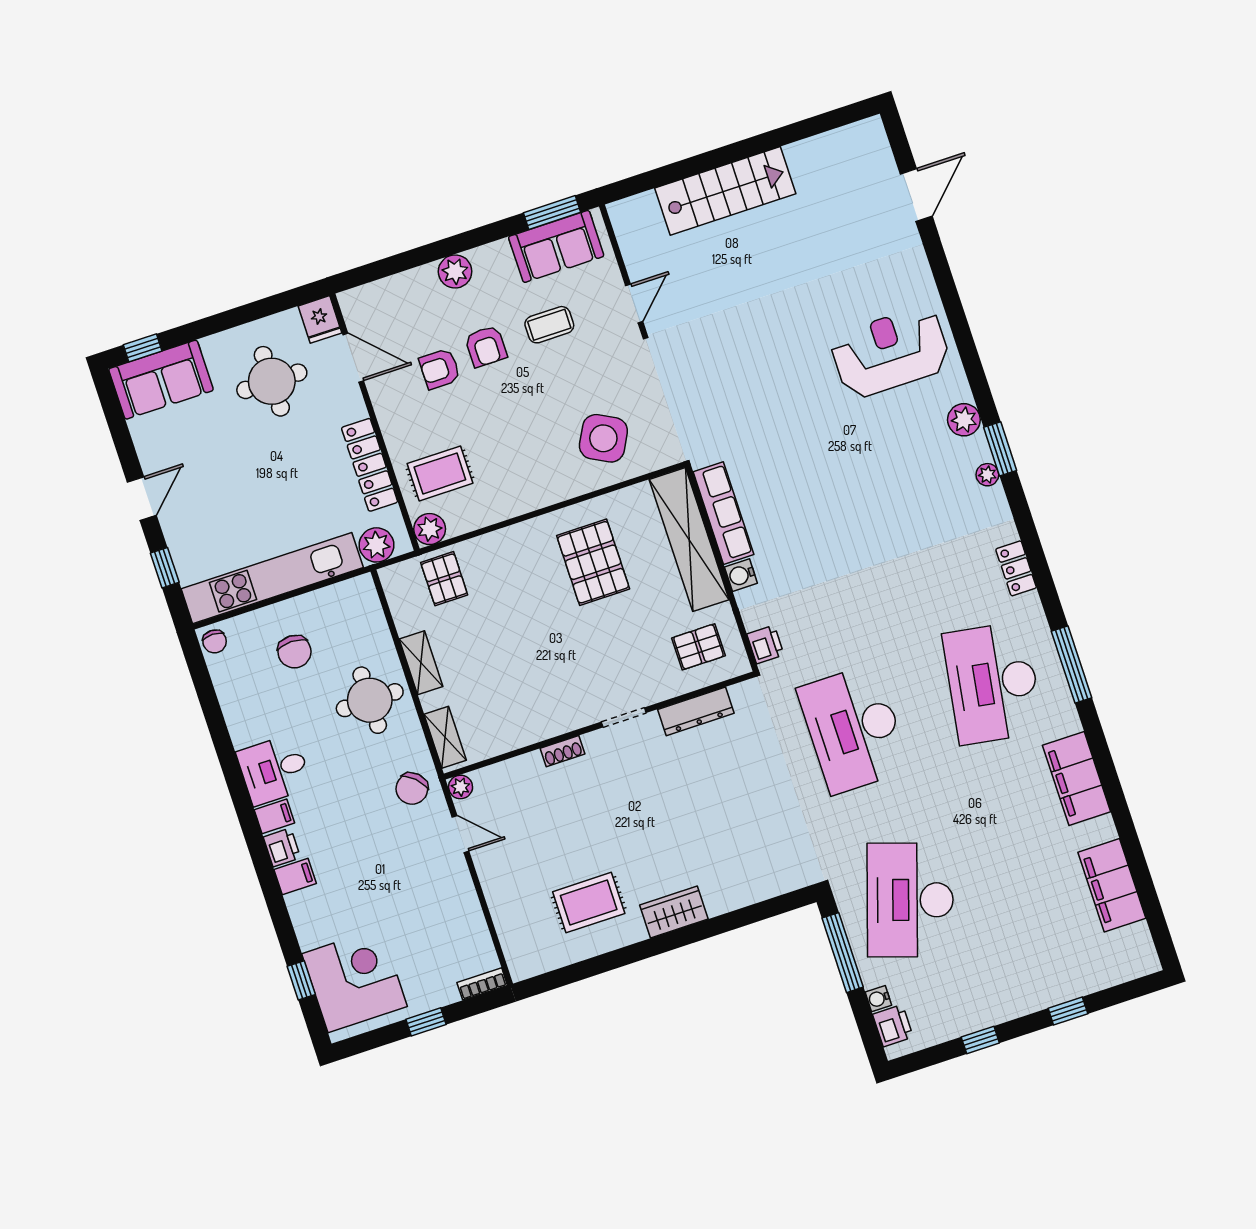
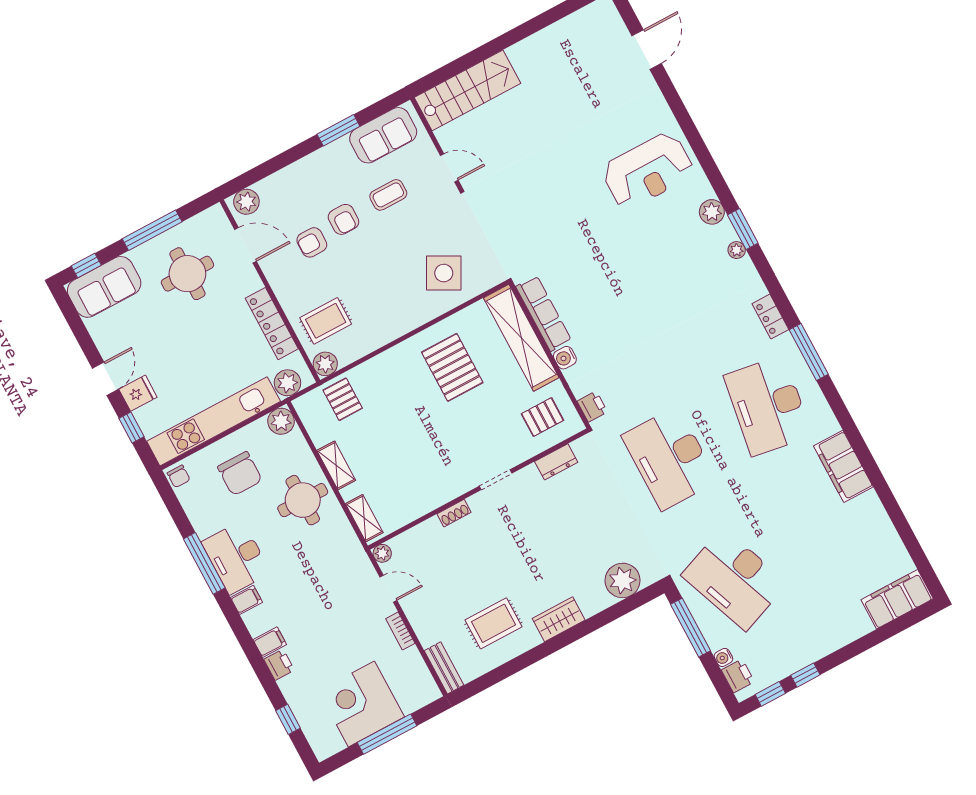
stairs: (725, 191) -> (467, 90), moved
window: (552, 212) -> (338, 130), moved
plant: (455, 271) -> (246, 202), moved
door: (634, 303) -> (449, 168), hinge flipped
window: (236, 317) -> (152, 230), added
fridge: (320, 319) -> (138, 393), moved, turned -90
reception desk: (890, 352) -> (648, 171), turned 180
plant: (359, 593) -> (281, 421), added
chair: (294, 652) -> (240, 474), width x1.37, depth x1.37
window: (1071, 665) -> (809, 352), moved
dresser: (696, 711) -> (556, 462), width x0.70
window: (228, 760) -> (204, 563), added
desk: (274, 770) -> (236, 558), width x1.37
chair: (412, 789) -> (346, 561), removed
printer: (282, 847) -> (279, 665), moved
plant: (765, 876) -> (623, 580), added
filing cabinet: (1112, 885) -> (897, 599), moved, turned 90
desk: (910, 900) -> (734, 579), turned -39
bench: (515, 949) -> (444, 668), added
corner desk: (355, 980) -> (361, 704), moved, turned -90
bookcase: (482, 984) -> (400, 631), moved, turned -90
window: (1068, 1011) -> (770, 694), moved
window: (426, 1022) -> (387, 734), width x2.17

